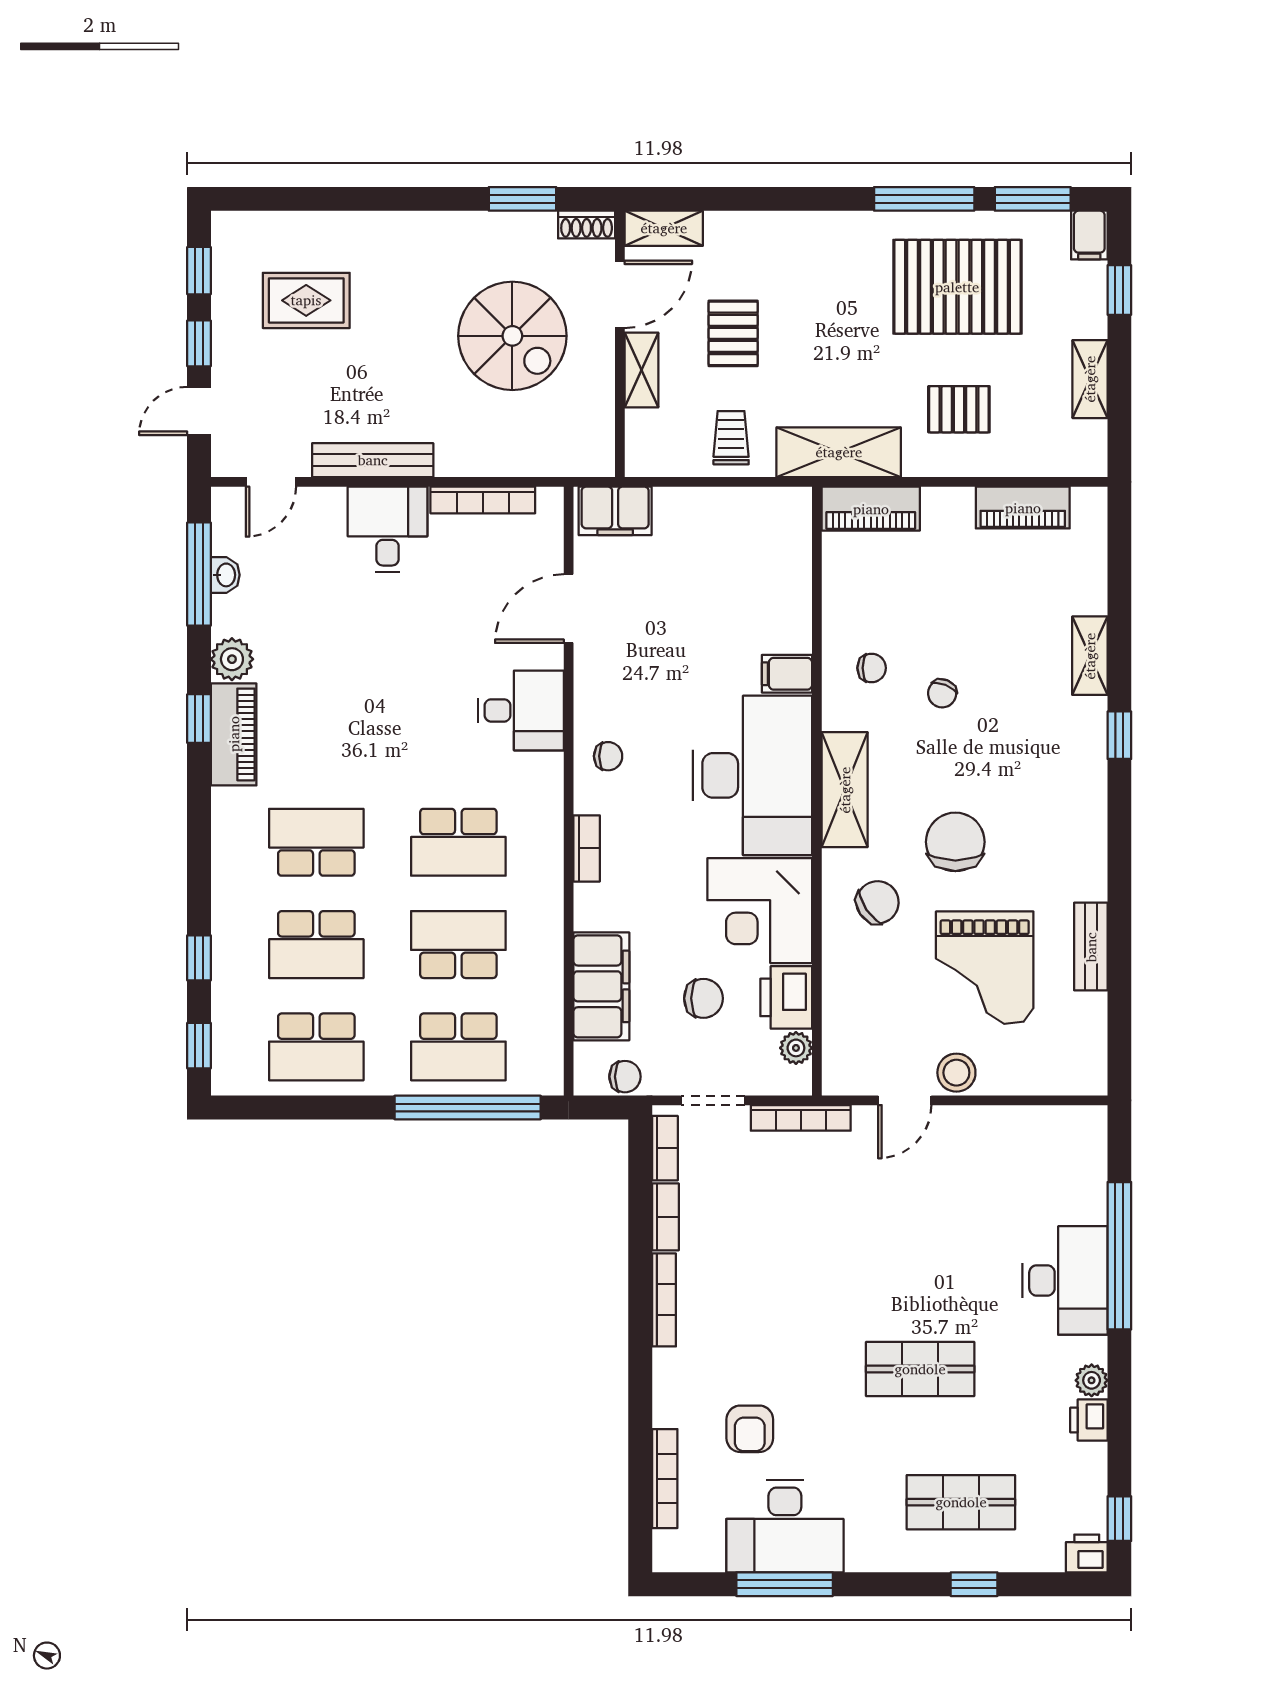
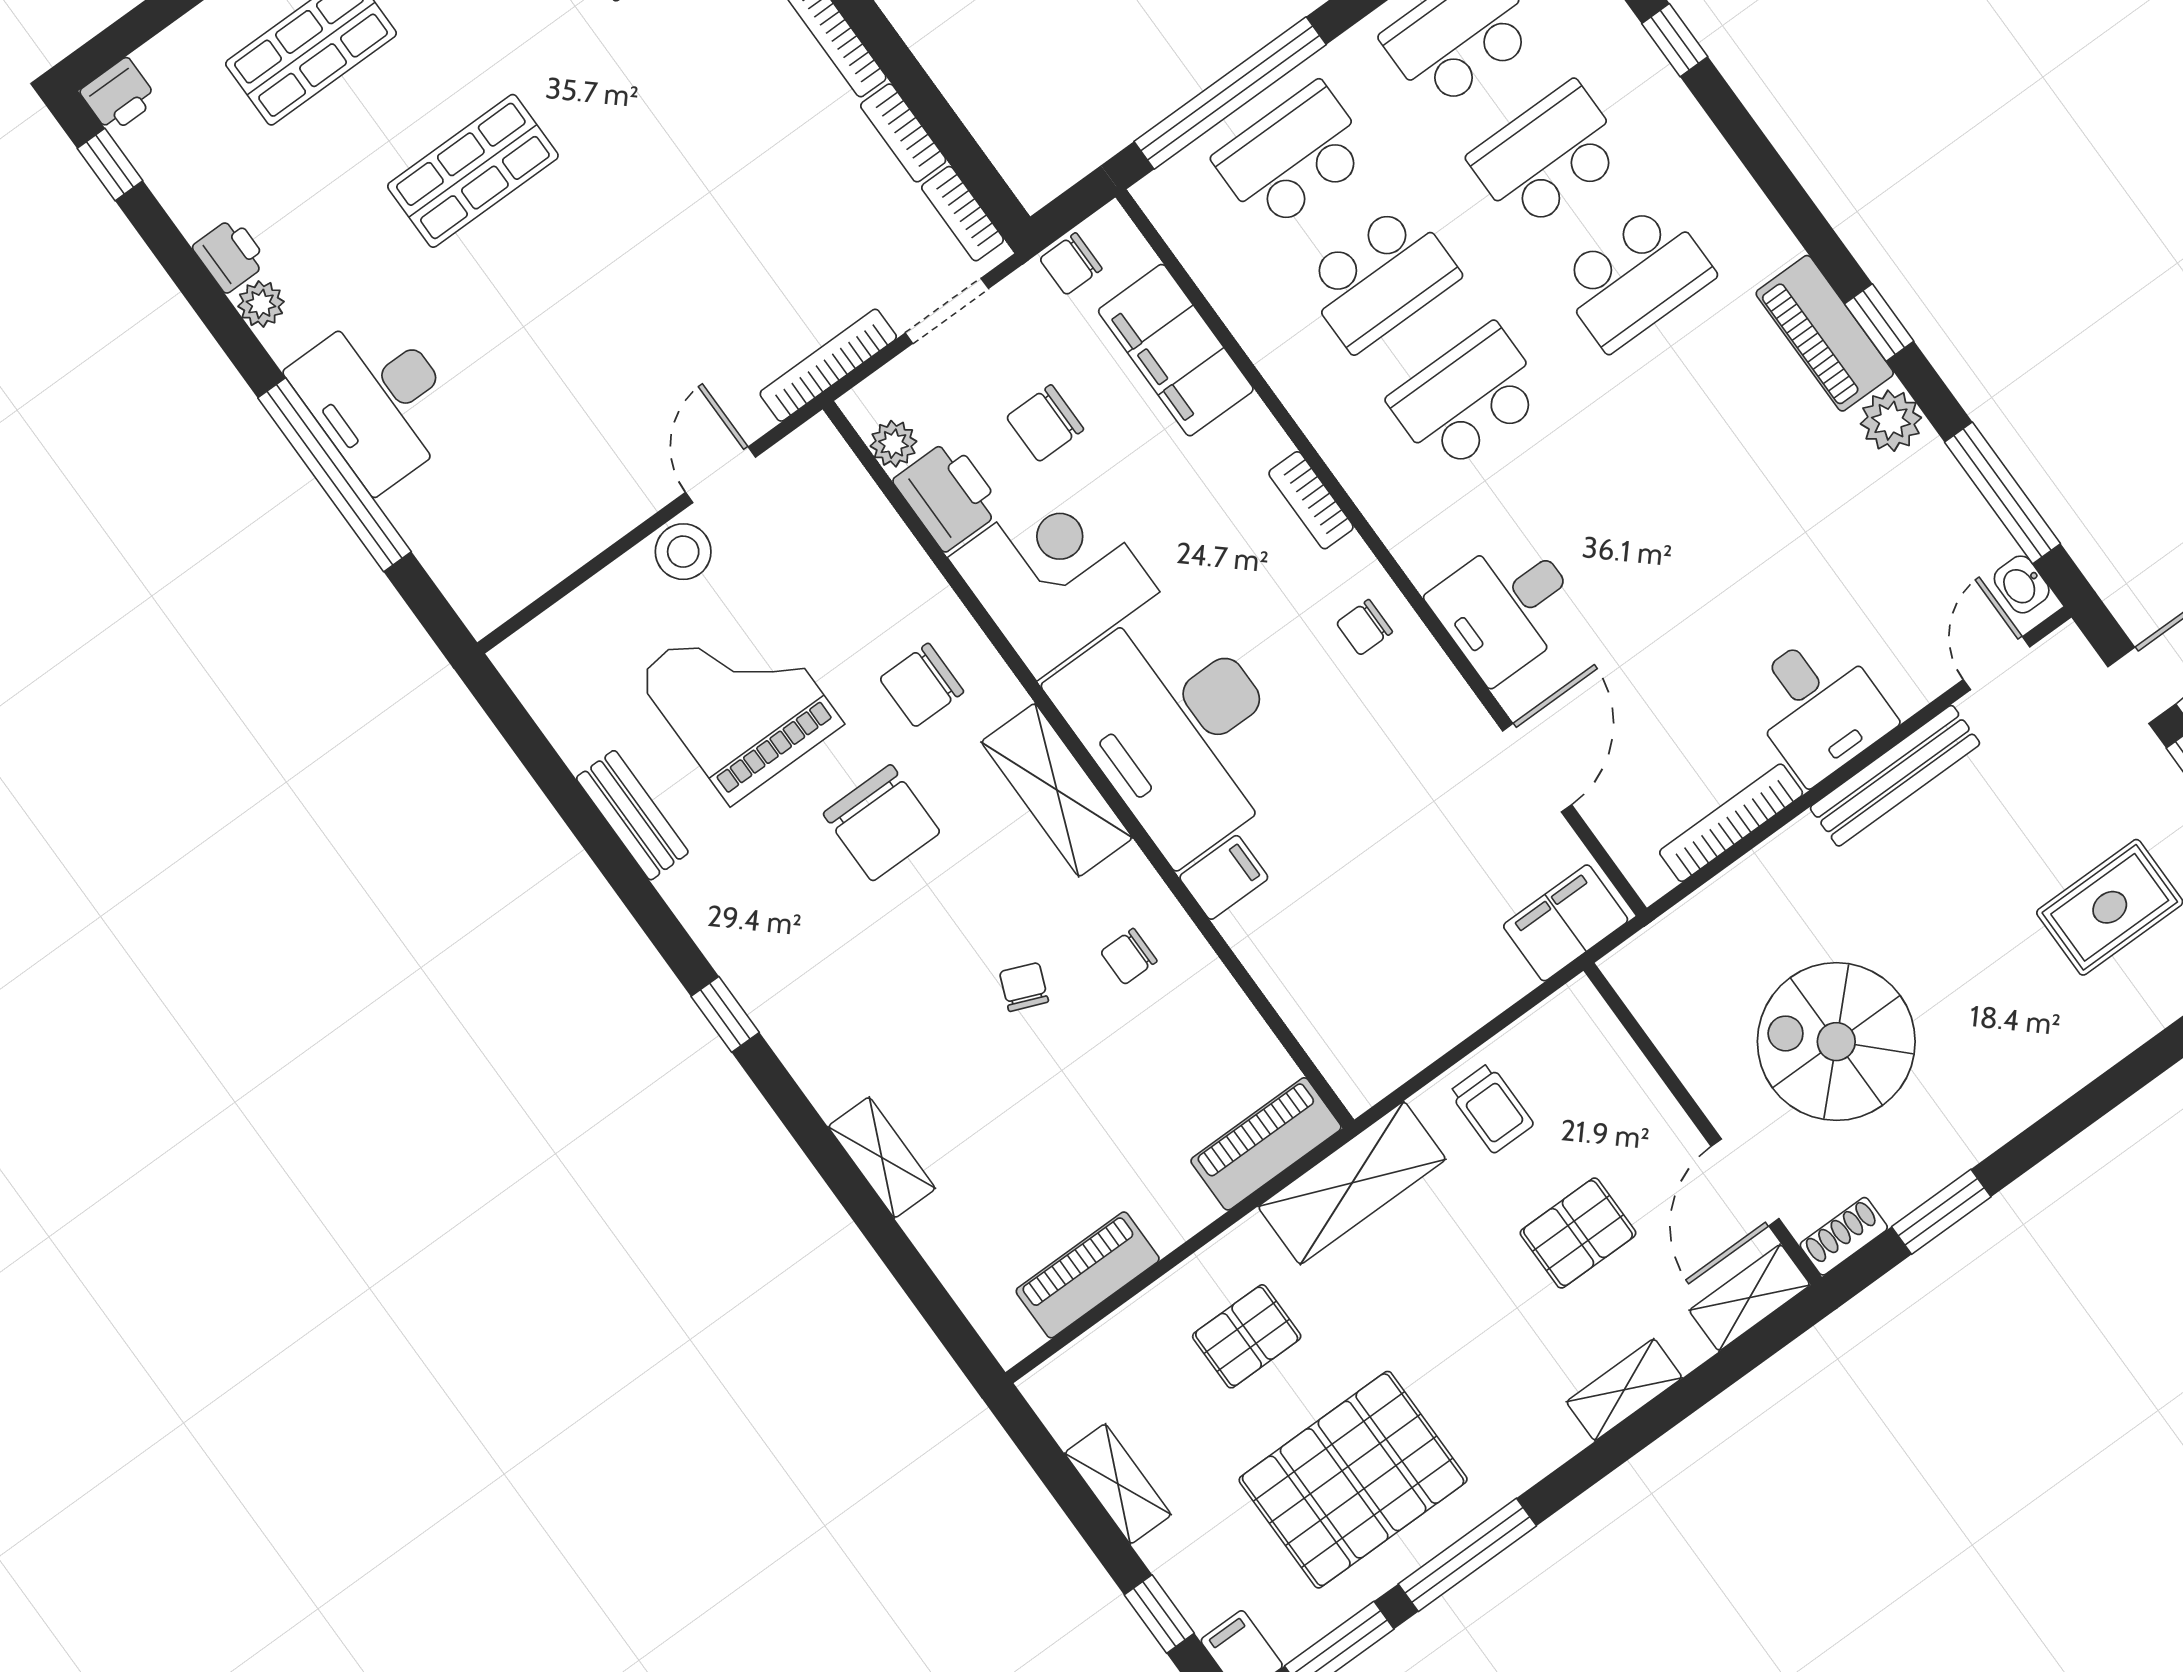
pallet: (733, 333) -> (1578, 1233), turned 90
shelving: (641, 370) -> (1624, 1390), moved, turned 90
washbasin: (225, 575) -> (2022, 584), moved
window: (1119, 735) -> (725, 1014), moved
chair: (878, 902) -> (922, 685), turned 34

